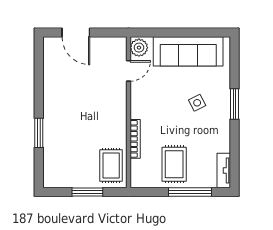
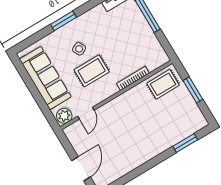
door: (128, 71) -> (86, 113), swing flipped
window: (39, 133) -> (185, 143), moved
rug: (174, 164) -> (92, 71), moved

